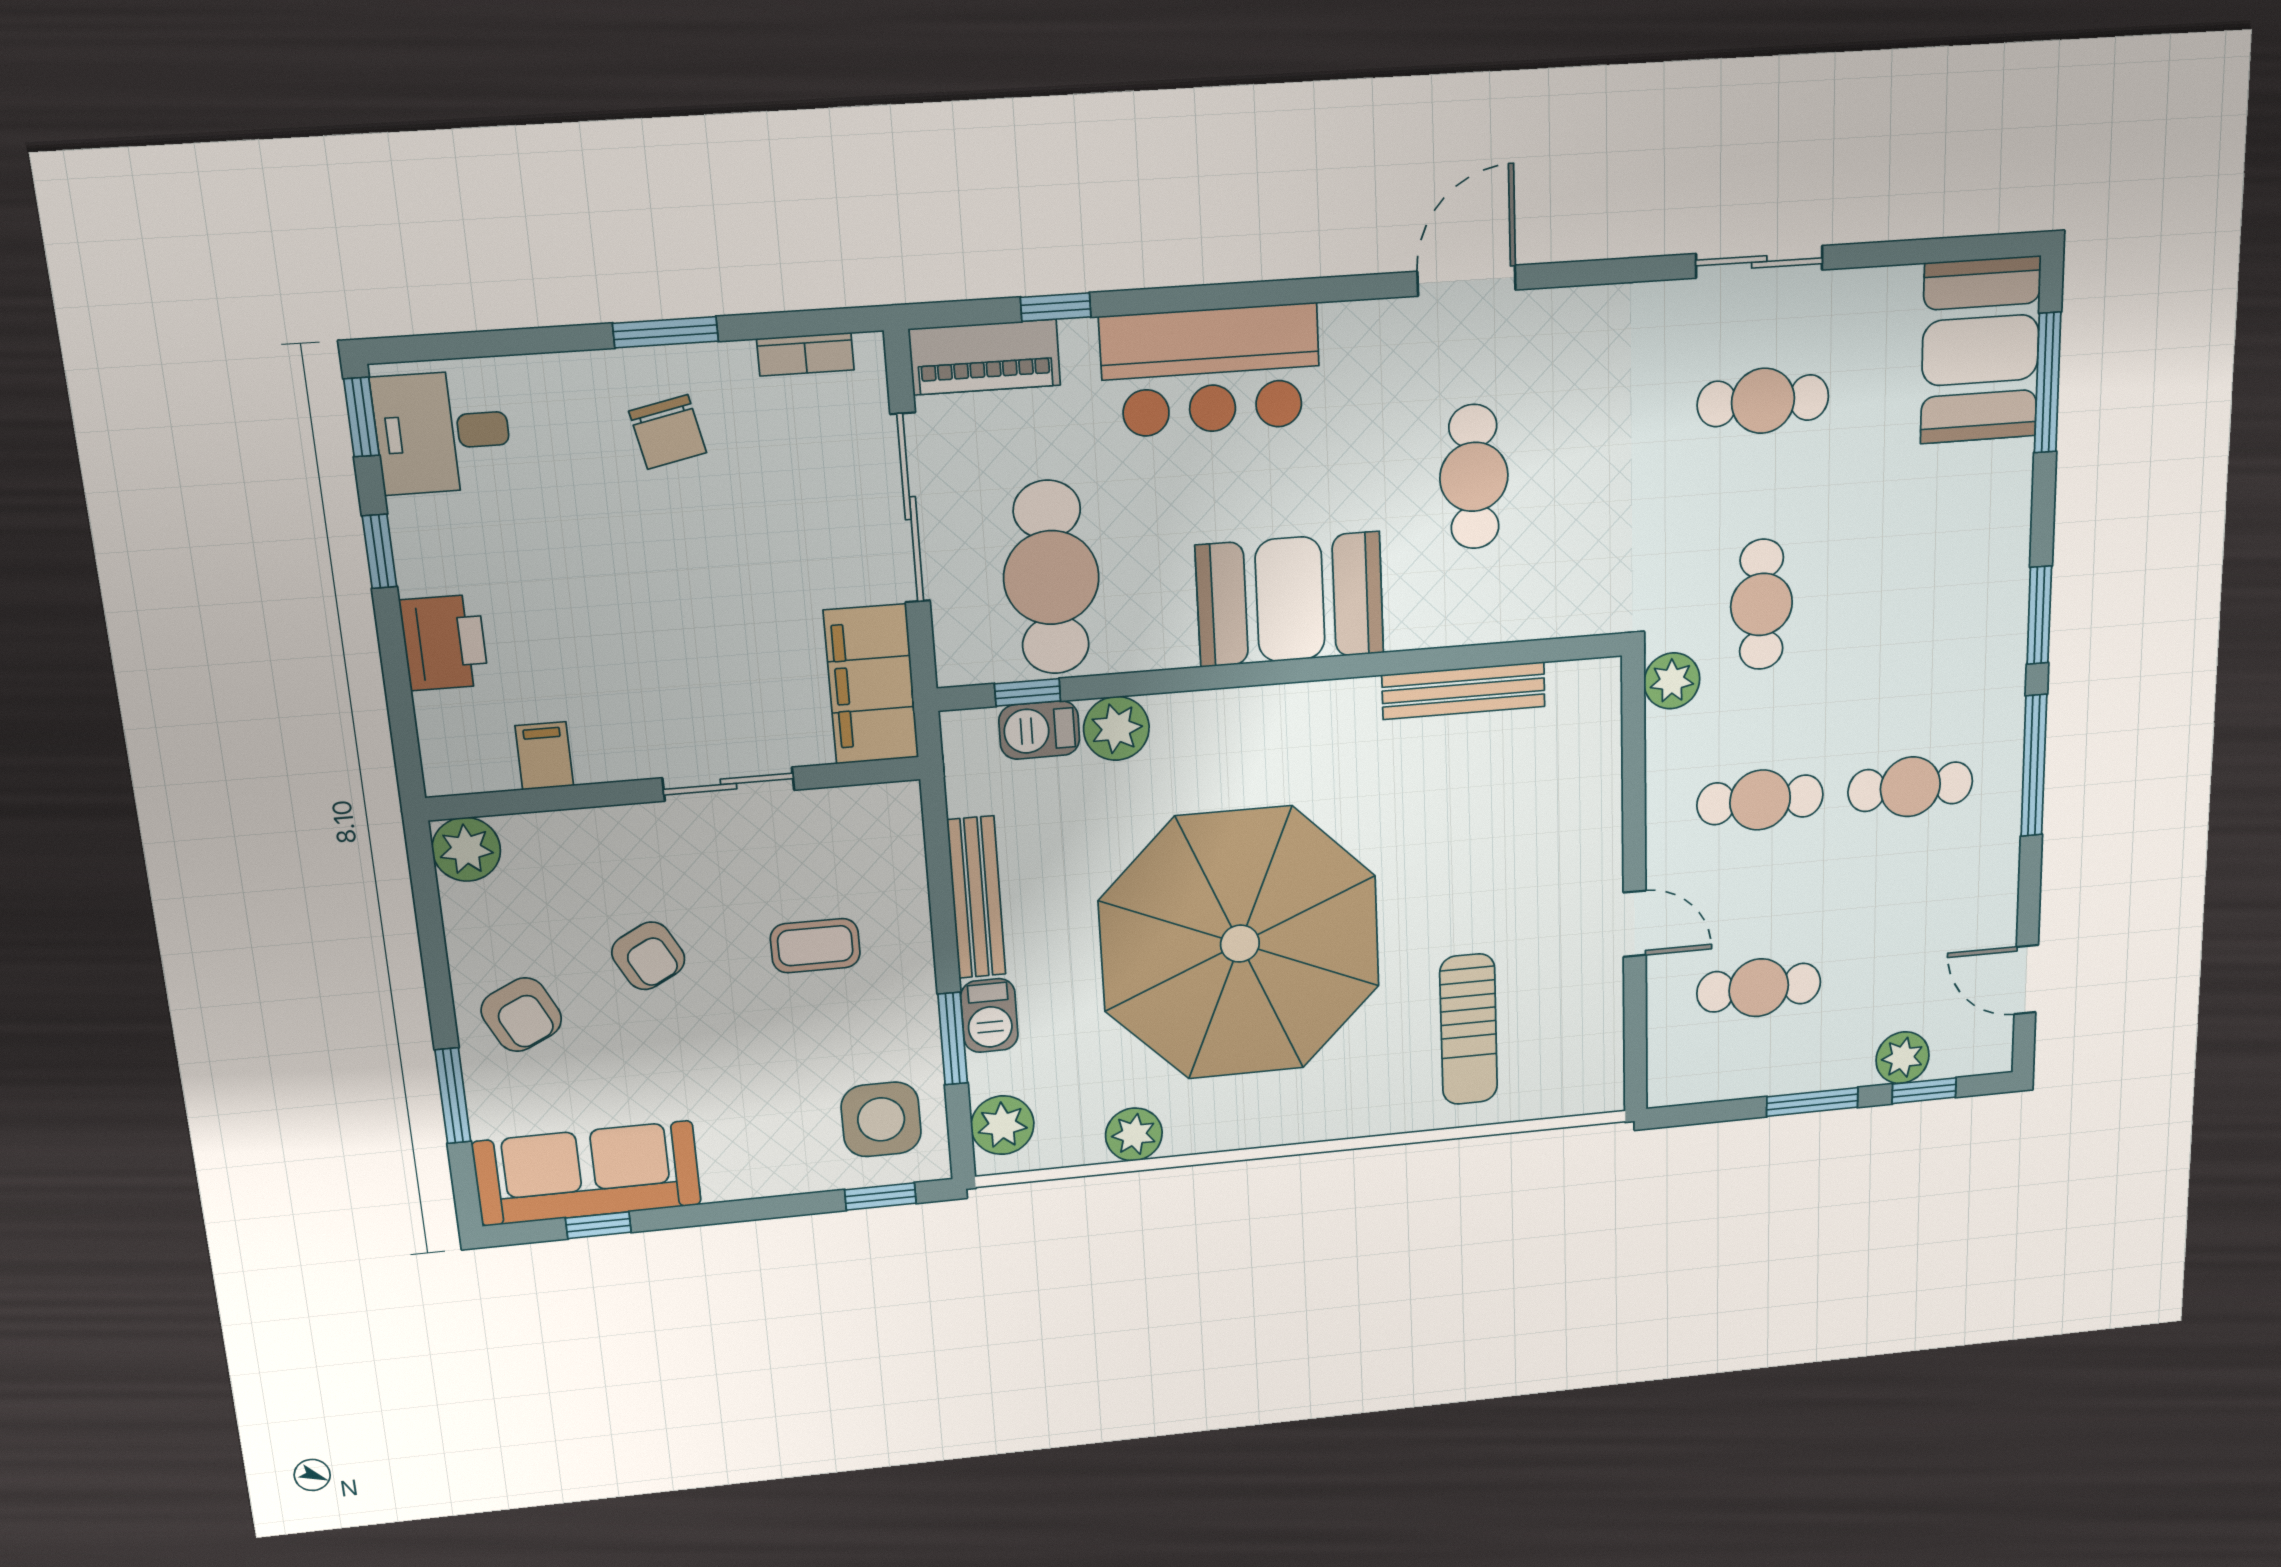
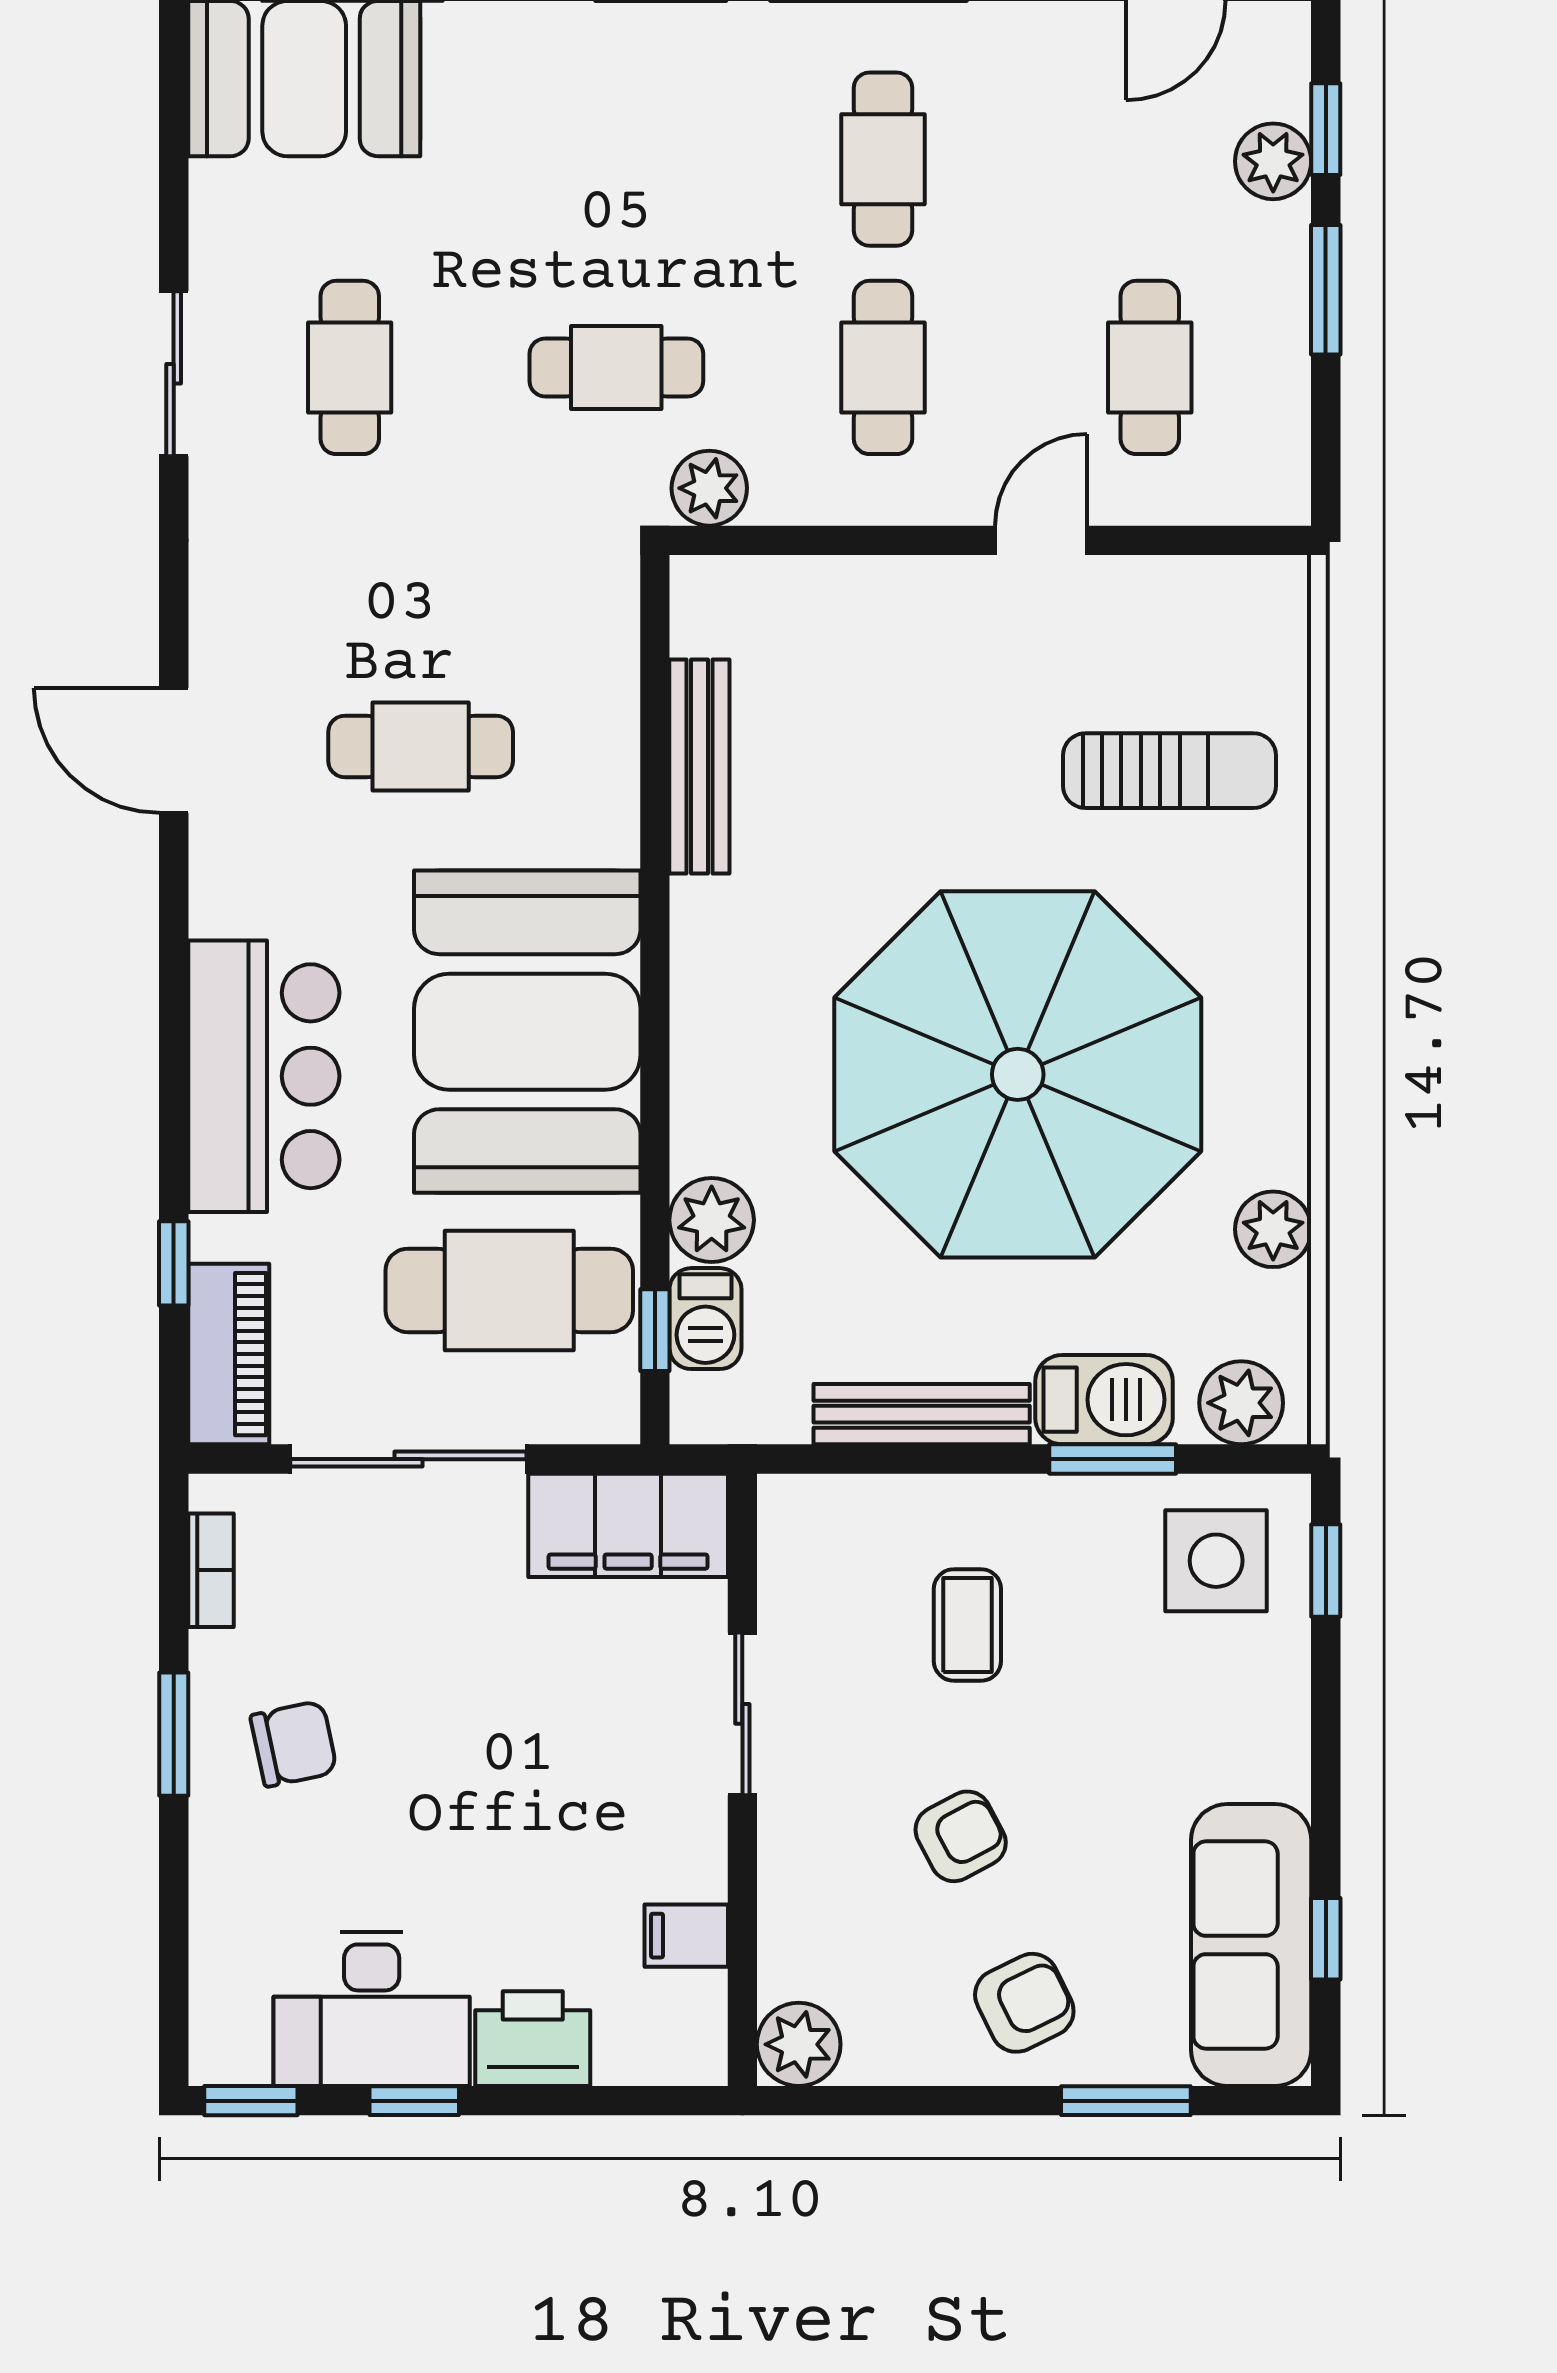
desk: (442, 432) -> (372, 2009), moved, width x1.37
booth: (1290, 599) -> (527, 1032), width x1.36, depth x1.42
barbecue: (989, 1016) -> (1104, 1400), width x1.38, depth x1.27

